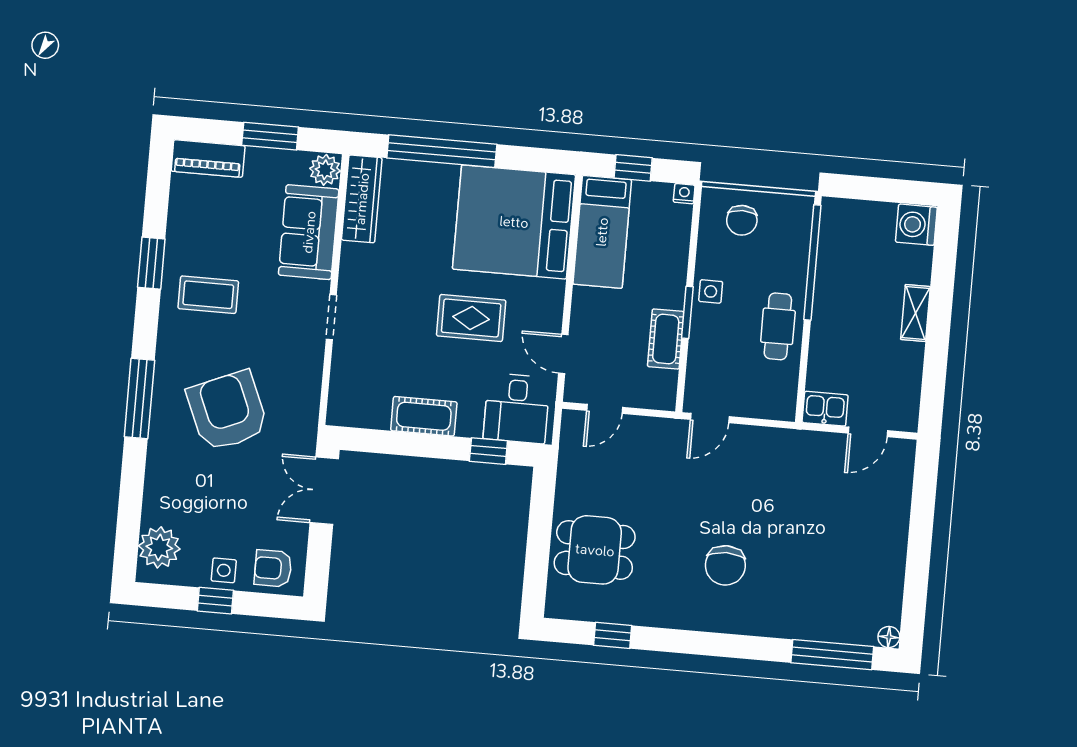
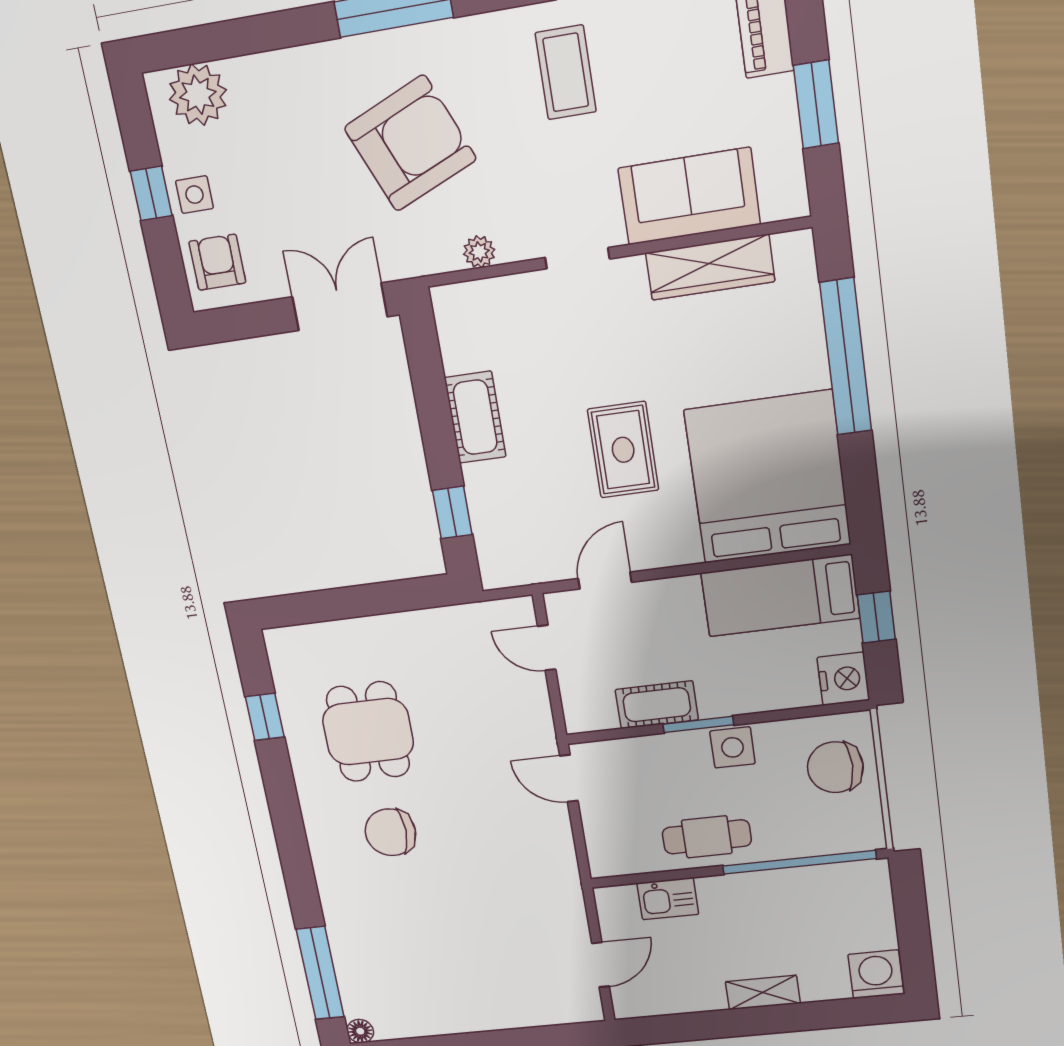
plant: (325, 170) -> (479, 252), moved, width x0.73, depth x0.73
nightstand: (684, 194) -> (843, 679), width x1.89, depth x1.79
wardrobe: (362, 199) -> (710, 267), moved
chair: (742, 220) -> (835, 767), width x1.37, depth x1.37
side table: (711, 291) -> (732, 747), width x1.37, depth x1.37
desk: (517, 408) -> (518, 536), removed
kitchen sink: (825, 409) -> (668, 899), moved, turned 90
door: (868, 432) -> (600, 965), swing flipped
dining table: (595, 550) -> (368, 732), moved

